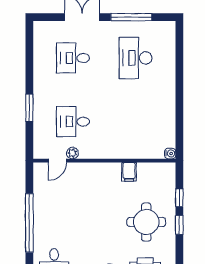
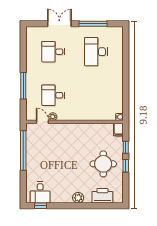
window: (29, 108) -> (23, 86), width x1.44
door: (57, 161) -> (42, 122), swing flipped
filing cabinet: (129, 172) -> (118, 130), moved
window: (29, 223) -> (23, 150), moved

